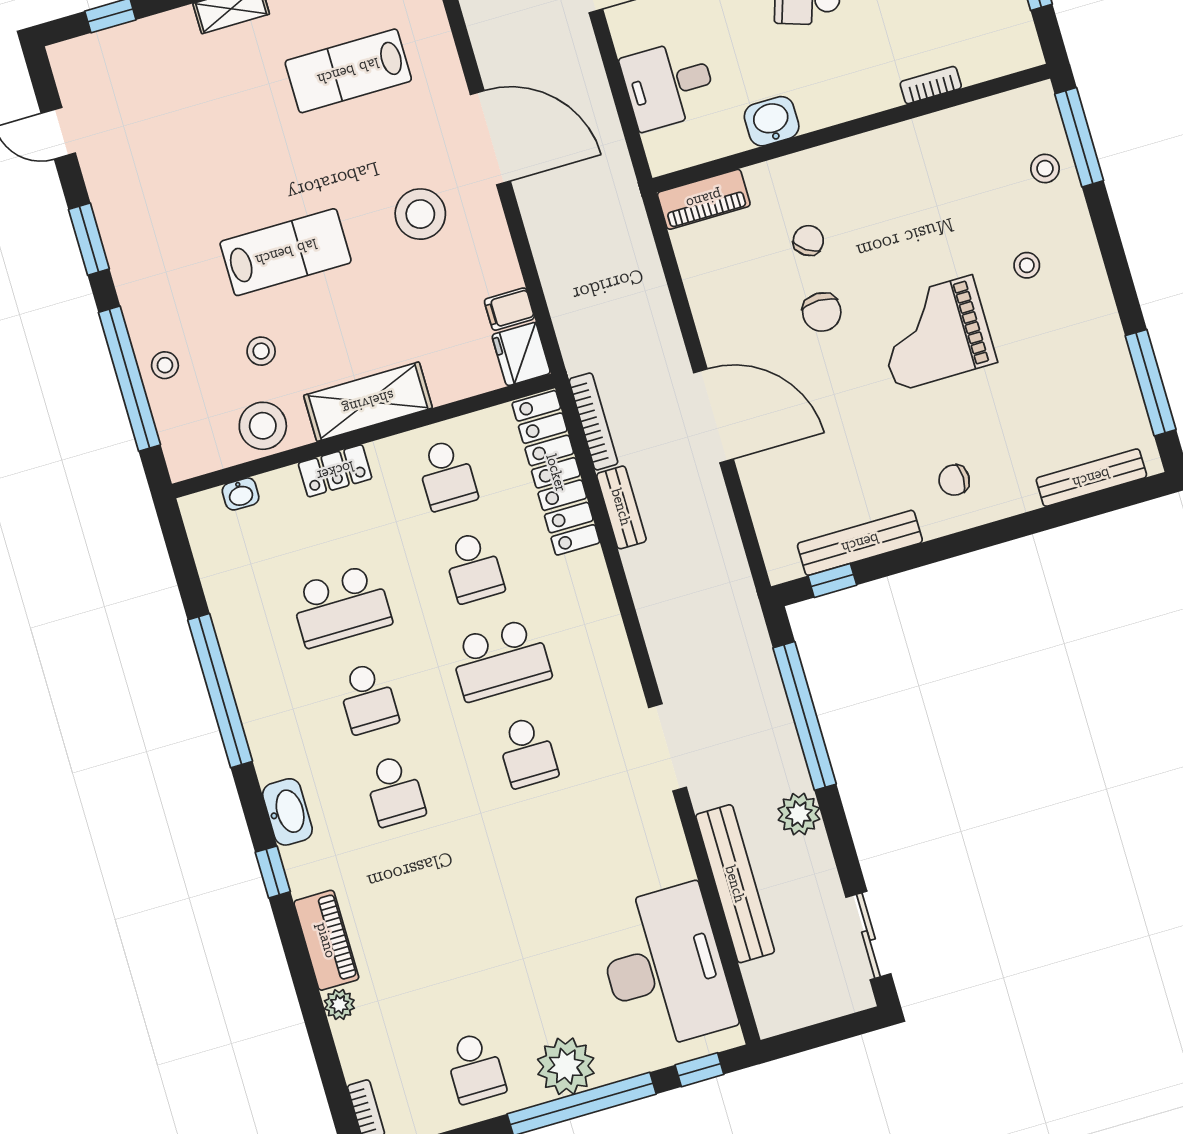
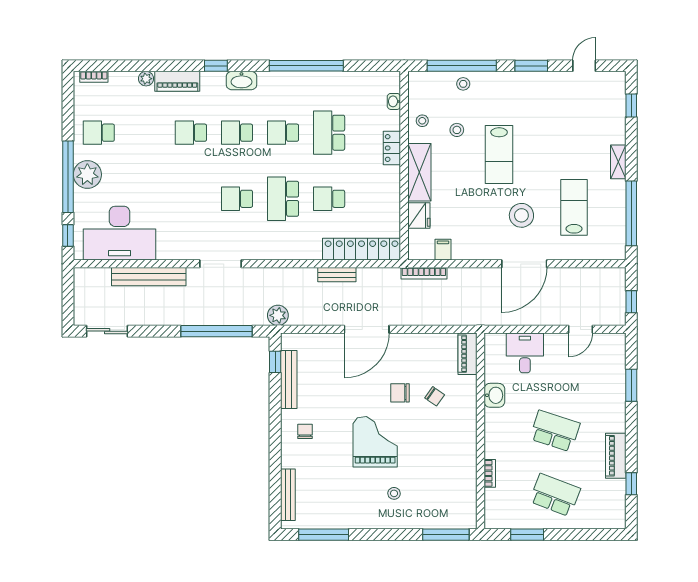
stool: (1045, 169) -> (436, 515), removed
stool: (420, 214) -> (521, 215), moved
fridge: (521, 354) -> (419, 216), moved, turned 90
bookcase: (593, 421) -> (424, 273), moved
stool: (263, 426) -> (422, 121), width x0.53, depth x0.53
school desk: (447, 475) -> (191, 133), moved
plant: (799, 814) -> (278, 315), moved

